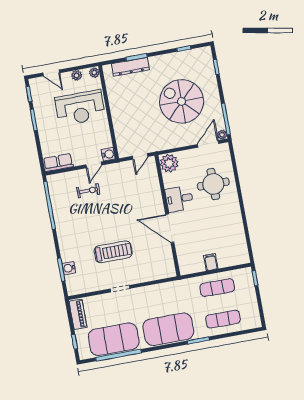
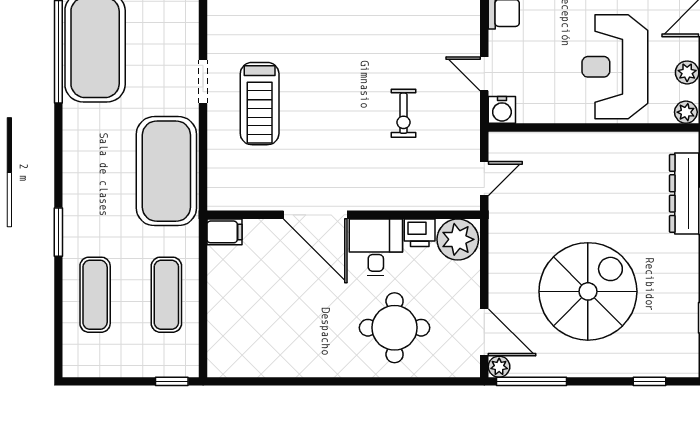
door: (140, 156) -> (484, 179), swing flipped
printer: (169, 181) -> (420, 233), added
exercise bike: (88, 191) -> (403, 113), moved
door: (170, 228) -> (315, 215), swing flipped
treadmill: (113, 252) -> (260, 104), moved
filing cabinet: (211, 262) -> (225, 232), moved
exercise mat: (168, 329) -> (166, 171), moved

